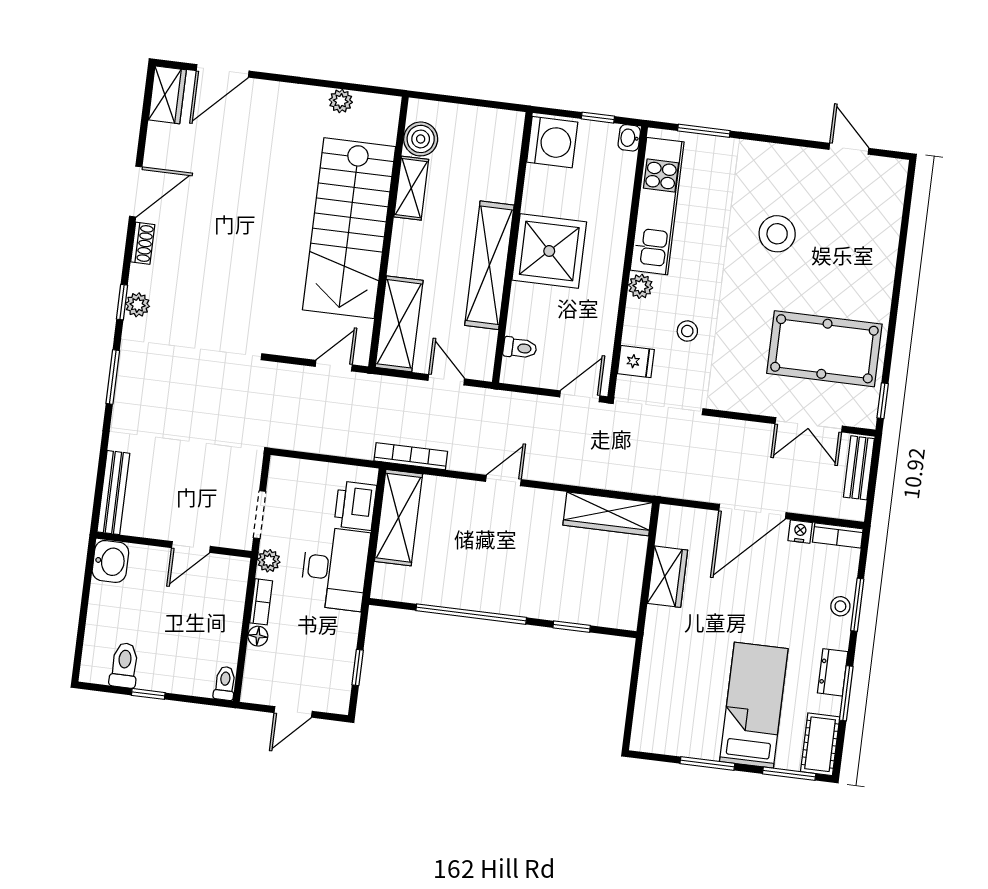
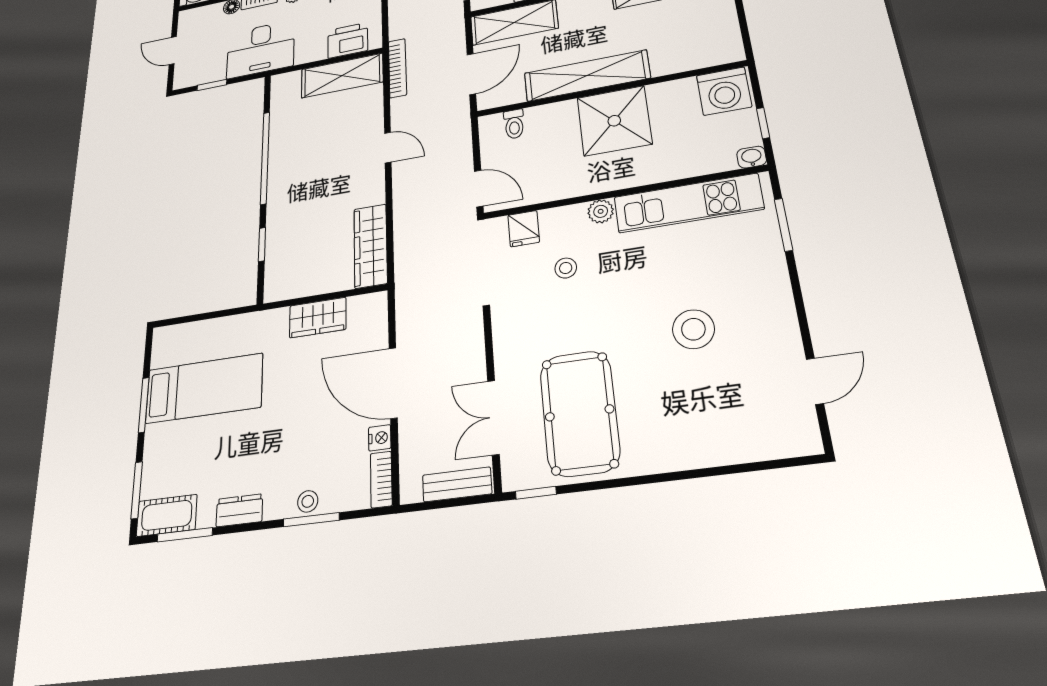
door: (446, 380) -> (471, 74), width x1.38
desk: (335, 569) -> (261, 49), moved
window: (846, 693) -> (185, 535), moved
bed: (754, 705) -> (204, 388), moved

